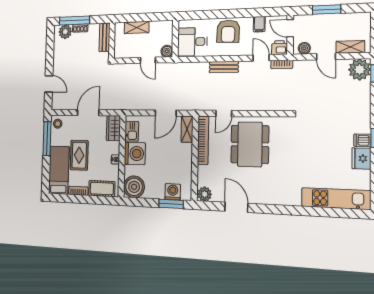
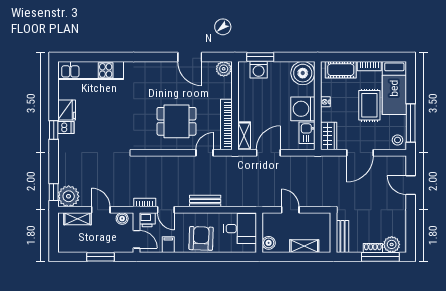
boiler: (167, 51) -> (269, 243), moved
dining table: (250, 144) -> (177, 121), width x0.73

